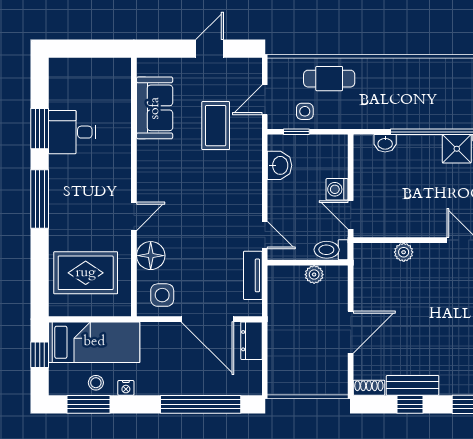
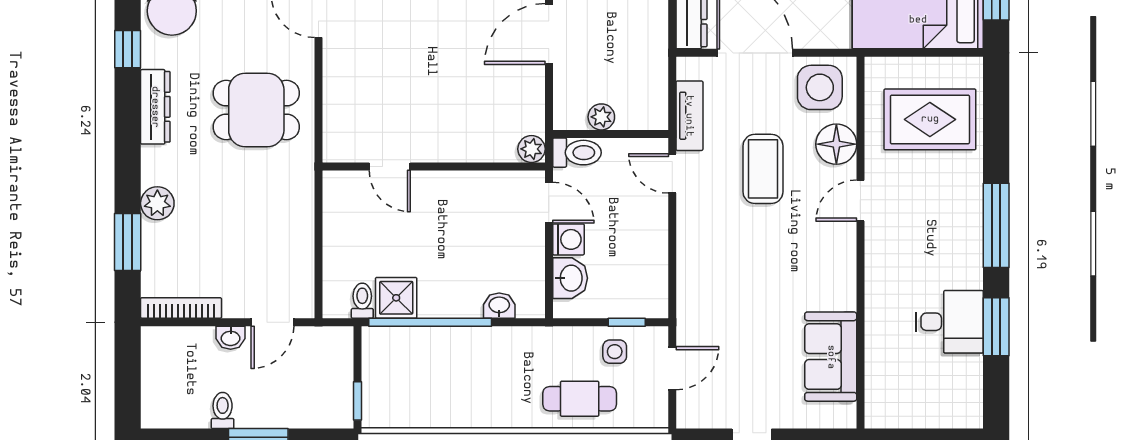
coffee table: (216, 126) -> (763, 169), moved
washbasin: (280, 165) -> (570, 278), moved, turned 180
plant: (404, 252) -> (532, 149), moved
side table: (162, 295) -> (820, 87), width x1.37, depth x1.37

